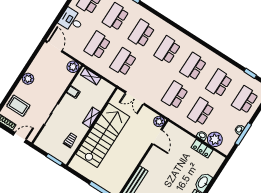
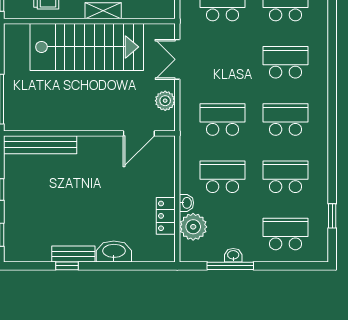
plant: (159, 121) -> (165, 101), moved

